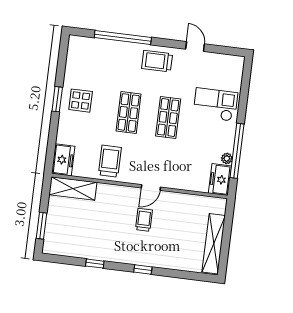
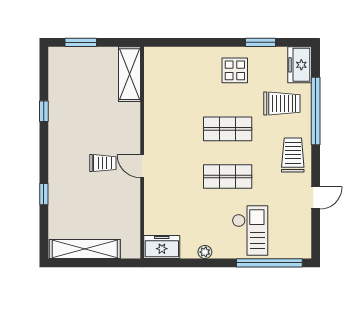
window: (57, 99) -> (260, 42), moved
window: (237, 151) -> (269, 263), moved
plant: (227, 158) -> (205, 252), moved
freezer: (63, 160) -> (300, 65), moved, turned 90
trolley: (110, 161) -> (282, 103), moved
window: (143, 270) -> (44, 194), moved

